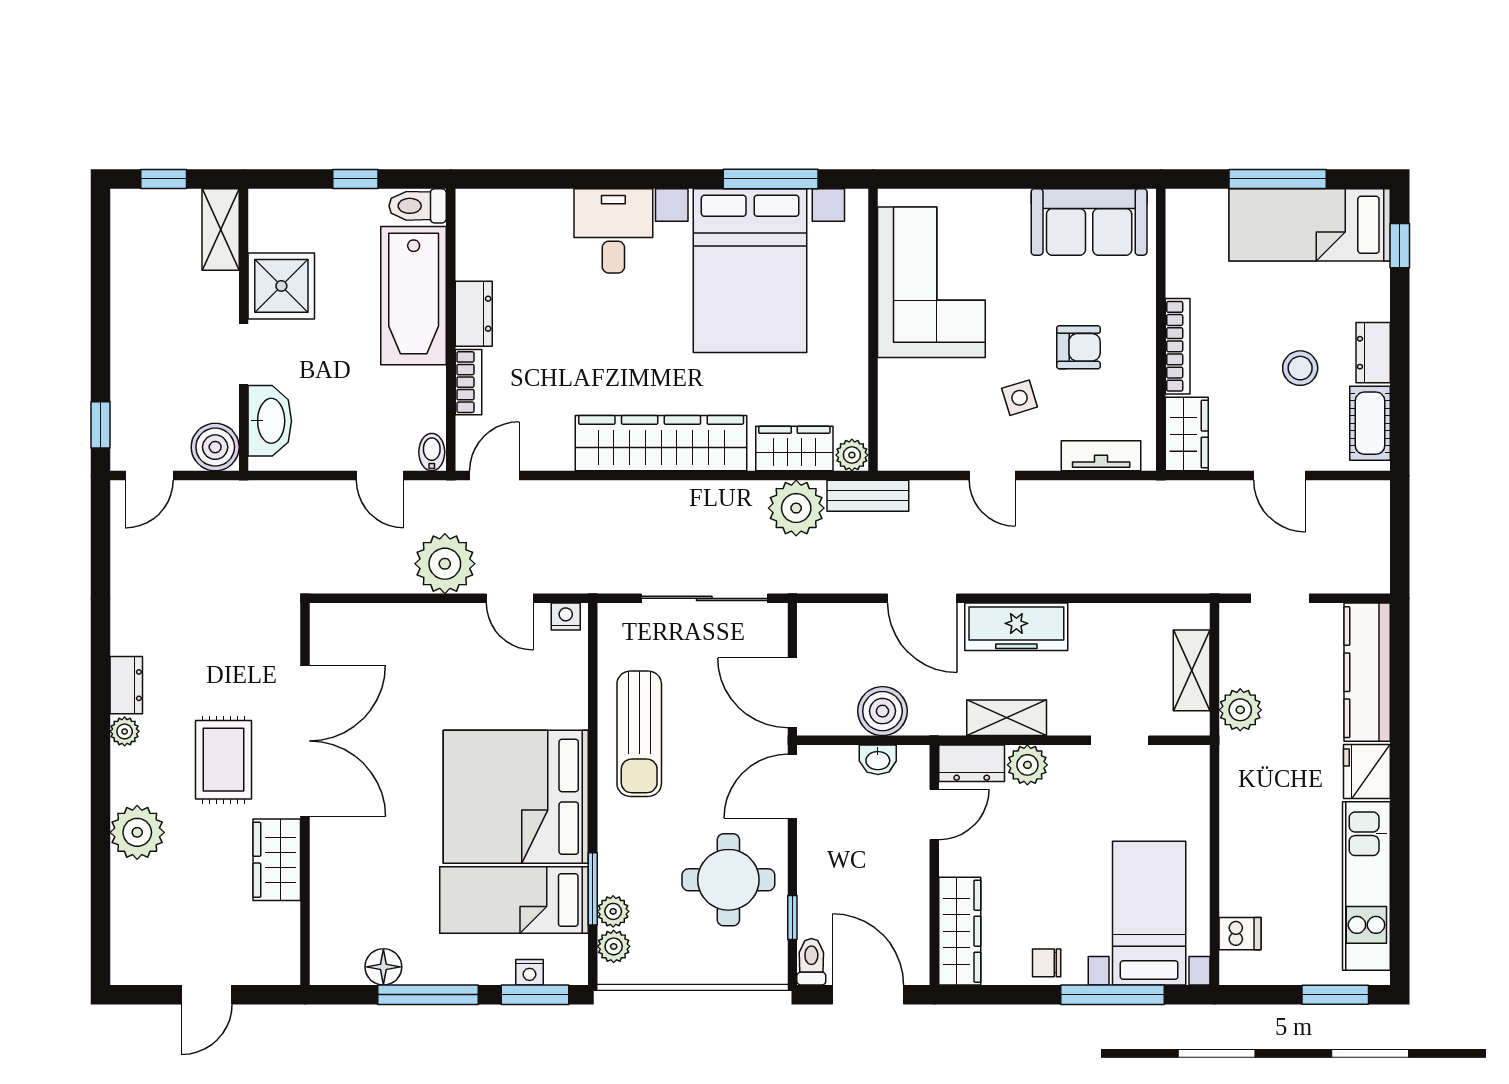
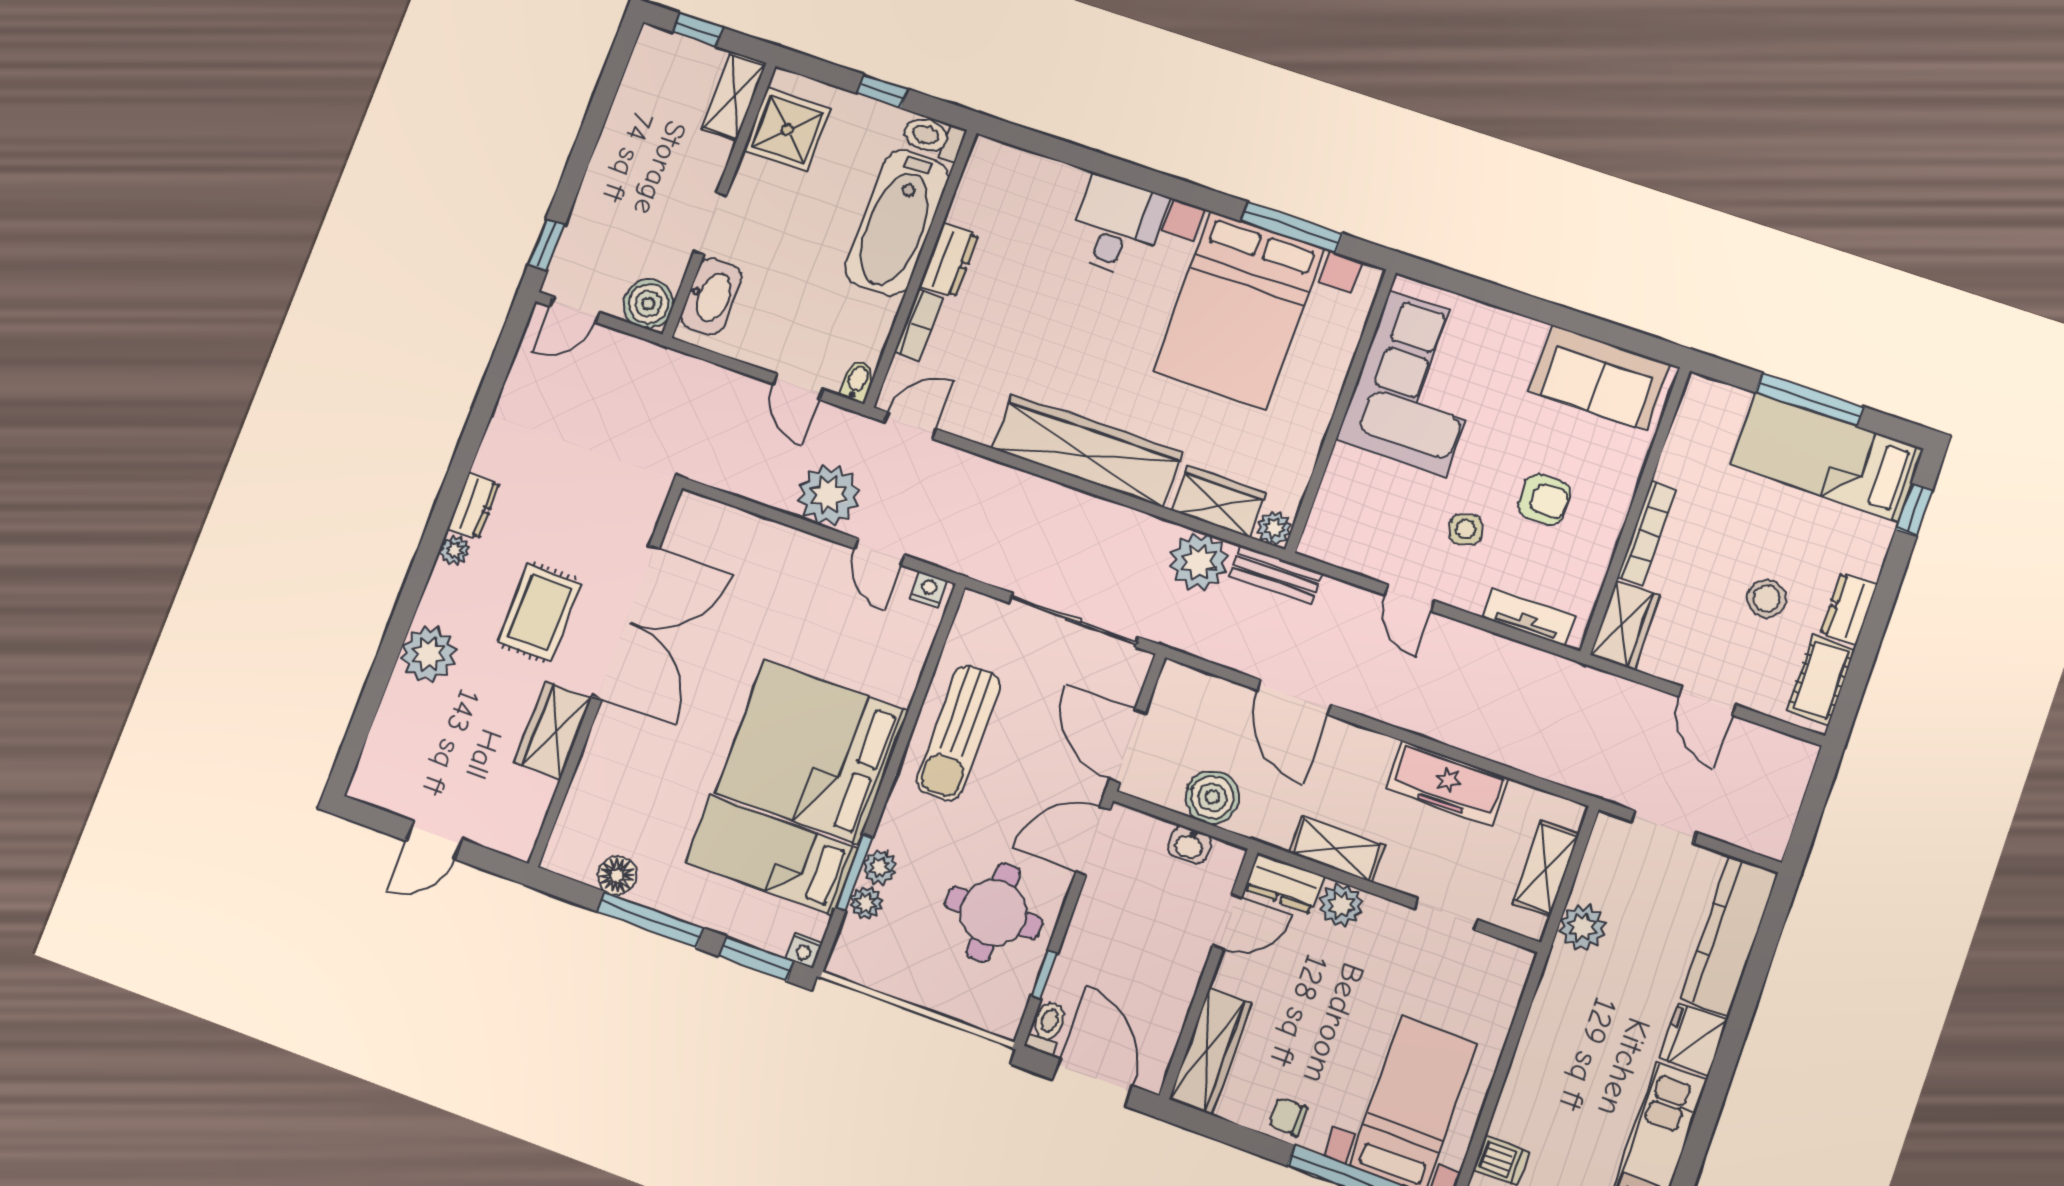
shower: (281, 286) -> (787, 130), moved
freezer: (1016, 627) -> (1447, 783), moved
plant: (614, 946) -> (880, 867), moved
nightstand: (529, 972) -> (804, 950), moved

